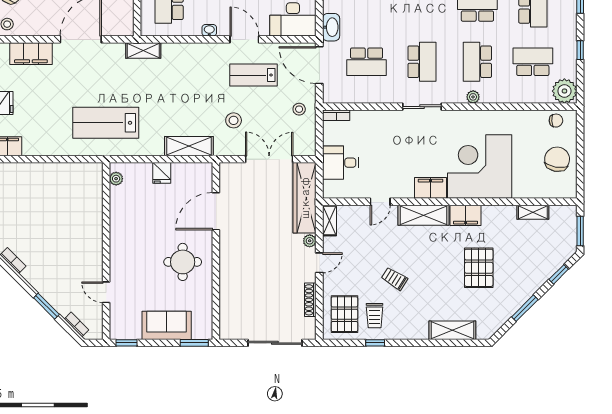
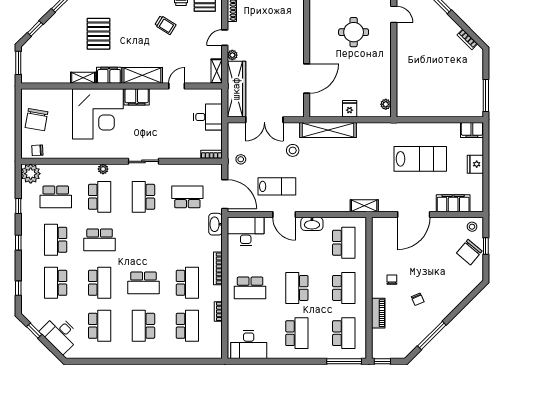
washbasin: (209, 30) -> (312, 224), width x1.91, depth x1.45
lab bench: (106, 123) -> (420, 159), moved
shelving: (189, 146) -> (328, 130), width x1.47
shelving: (533, 212) -> (83, 78), moved
round table: (183, 262) -> (354, 32), moved

